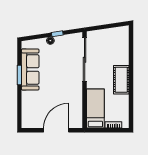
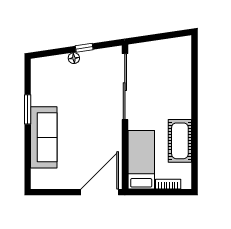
sofa: (30, 69) -> (44, 137), moved
cot: (121, 80) -> (180, 141), moved
door: (56, 130) -> (100, 192), moved

